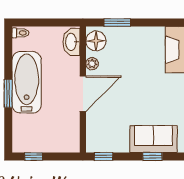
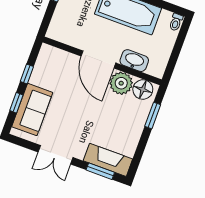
washbasin: (71, 42) -> (134, 61), moved
plant: (92, 64) -> (121, 83), width x1.87, depth x1.87
window: (104, 157) -> (27, 74), moved

